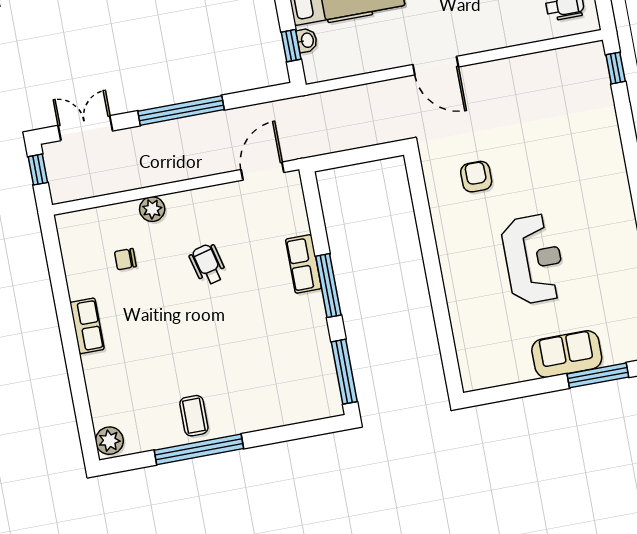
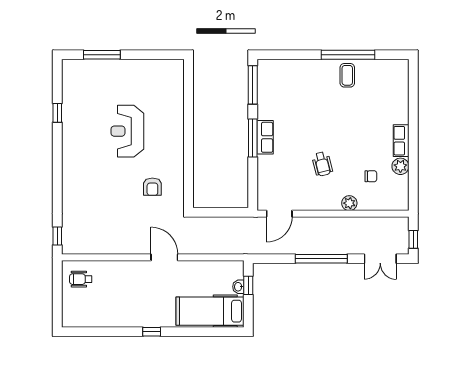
row of seats: (303, 264) -> (265, 137), moved
sofa: (567, 354) -> (118, 71), removed
plant: (109, 441) -> (400, 166), moved

